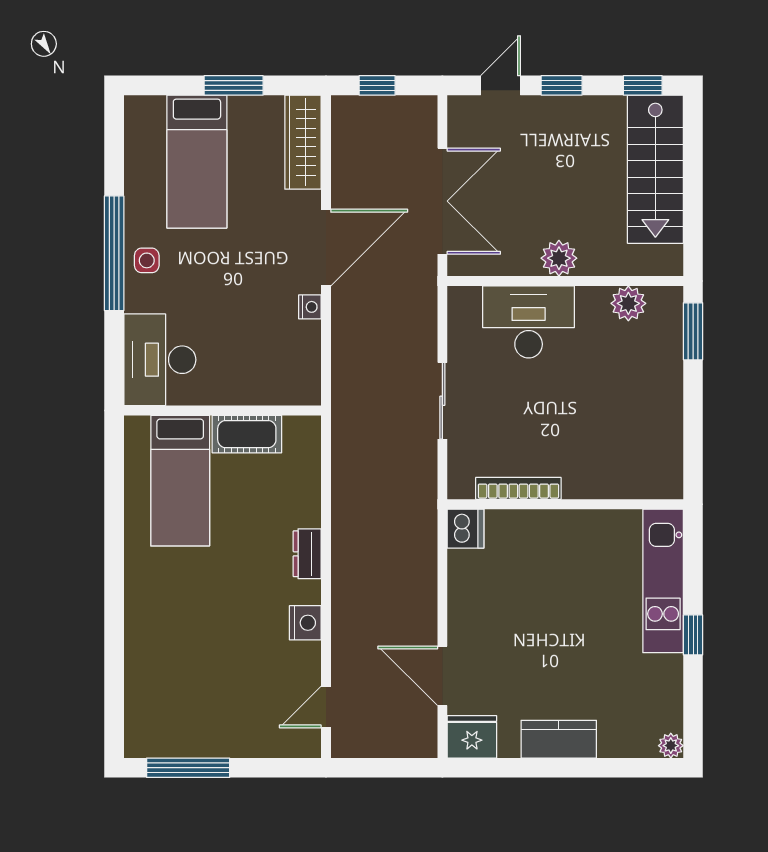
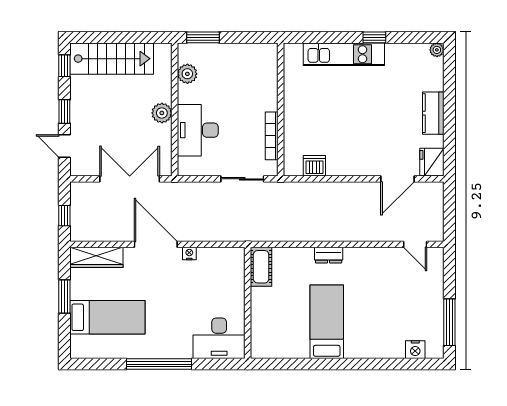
side table: (147, 260) -> (163, 346), removed
cot: (247, 434) -> (261, 267), moved
bed: (180, 481) -> (327, 322), moved, turned -90
bookcase: (518, 488) -> (272, 136), moved
wall: (565, 504) -> (281, 109), moved
nightstand: (305, 623) -> (415, 350), moved, turned 180

